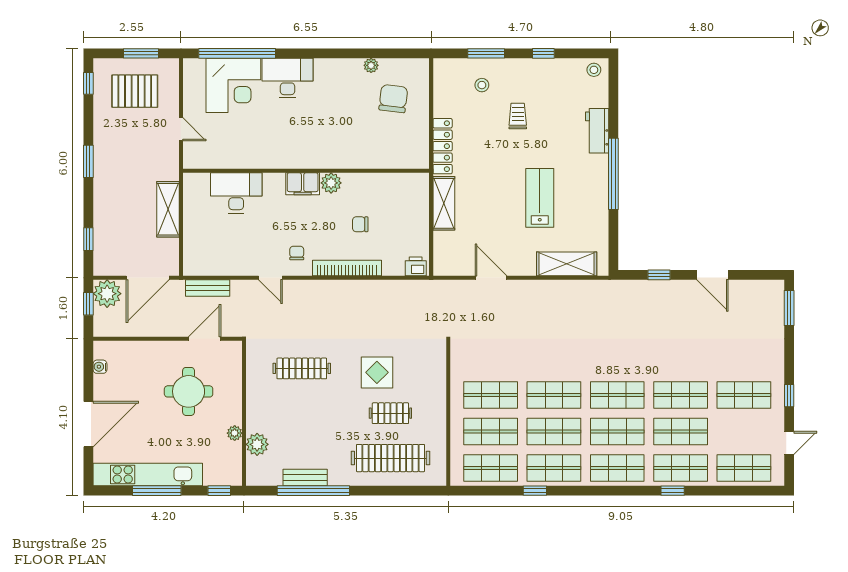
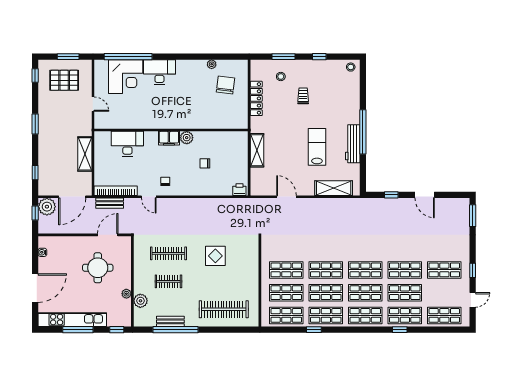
workbench: (597, 131) -> (353, 144), moved, width x1.38
locker: (443, 146) -> (256, 98), moved
bookcase: (347, 268) -> (116, 191), moved
clothes rail: (390, 413) -> (168, 281), moved

